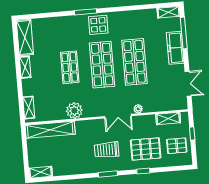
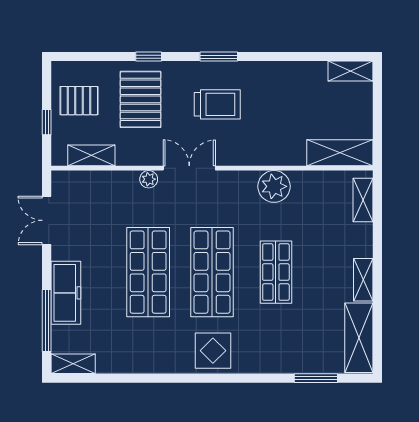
window: (86, 12) -> (316, 378), moved
shelving: (50, 130) -> (340, 153), width x0.68
pallet: (146, 149) -> (141, 99), turned 90

